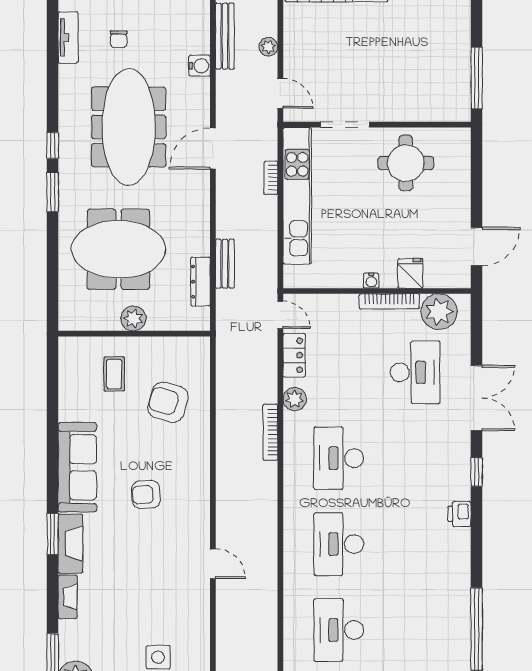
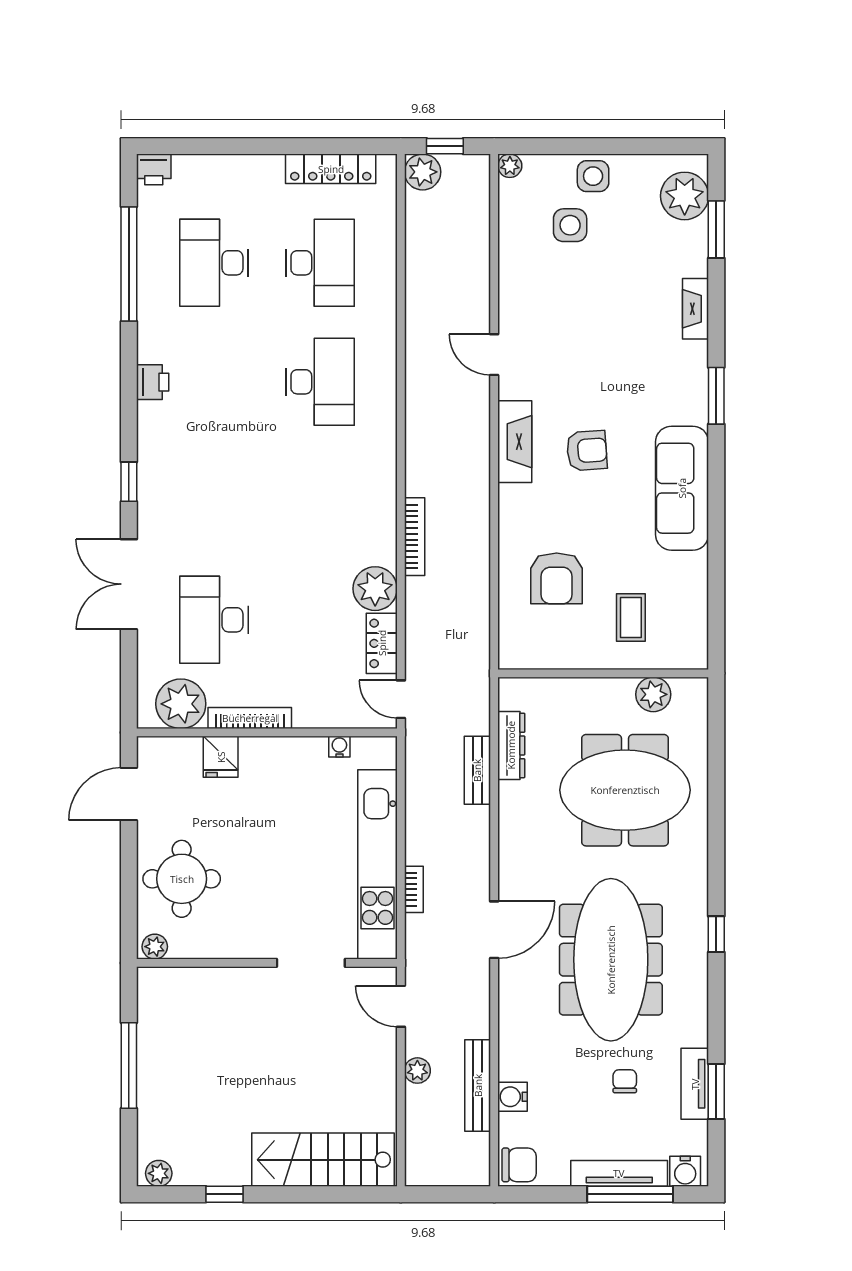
water cooler: (200, 66) -> (513, 1097), moved
window: (477, 78) -> (129, 1065), moved
plant: (458, 136) -> (155, 947), added
round table: (406, 163) -> (182, 879), moved
window: (53, 192) -> (716, 1092), moved
water cooler: (371, 281) -> (339, 747), moved
plant: (133, 318) -> (653, 694), moved
plant: (295, 399) -> (375, 589), width x1.36, depth x1.36
armchair: (168, 402) -> (557, 578), turned 74
desk: (339, 458) -> (214, 263), moved, turned 180
printer: (459, 514) -> (153, 382), moved
fireplace: (70, 544) -> (515, 442), moved, turned 180

